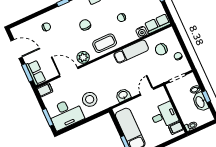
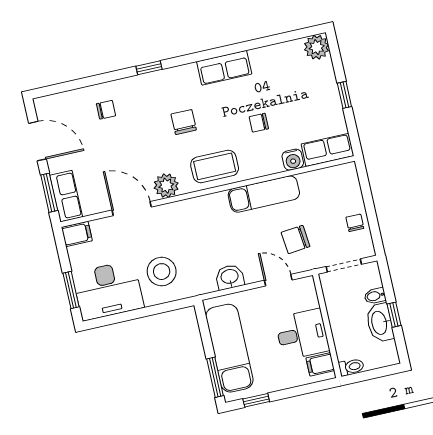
chair: (161, 49) -> (296, 239), moved
door: (147, 92) -> (278, 280), hinge flipped

